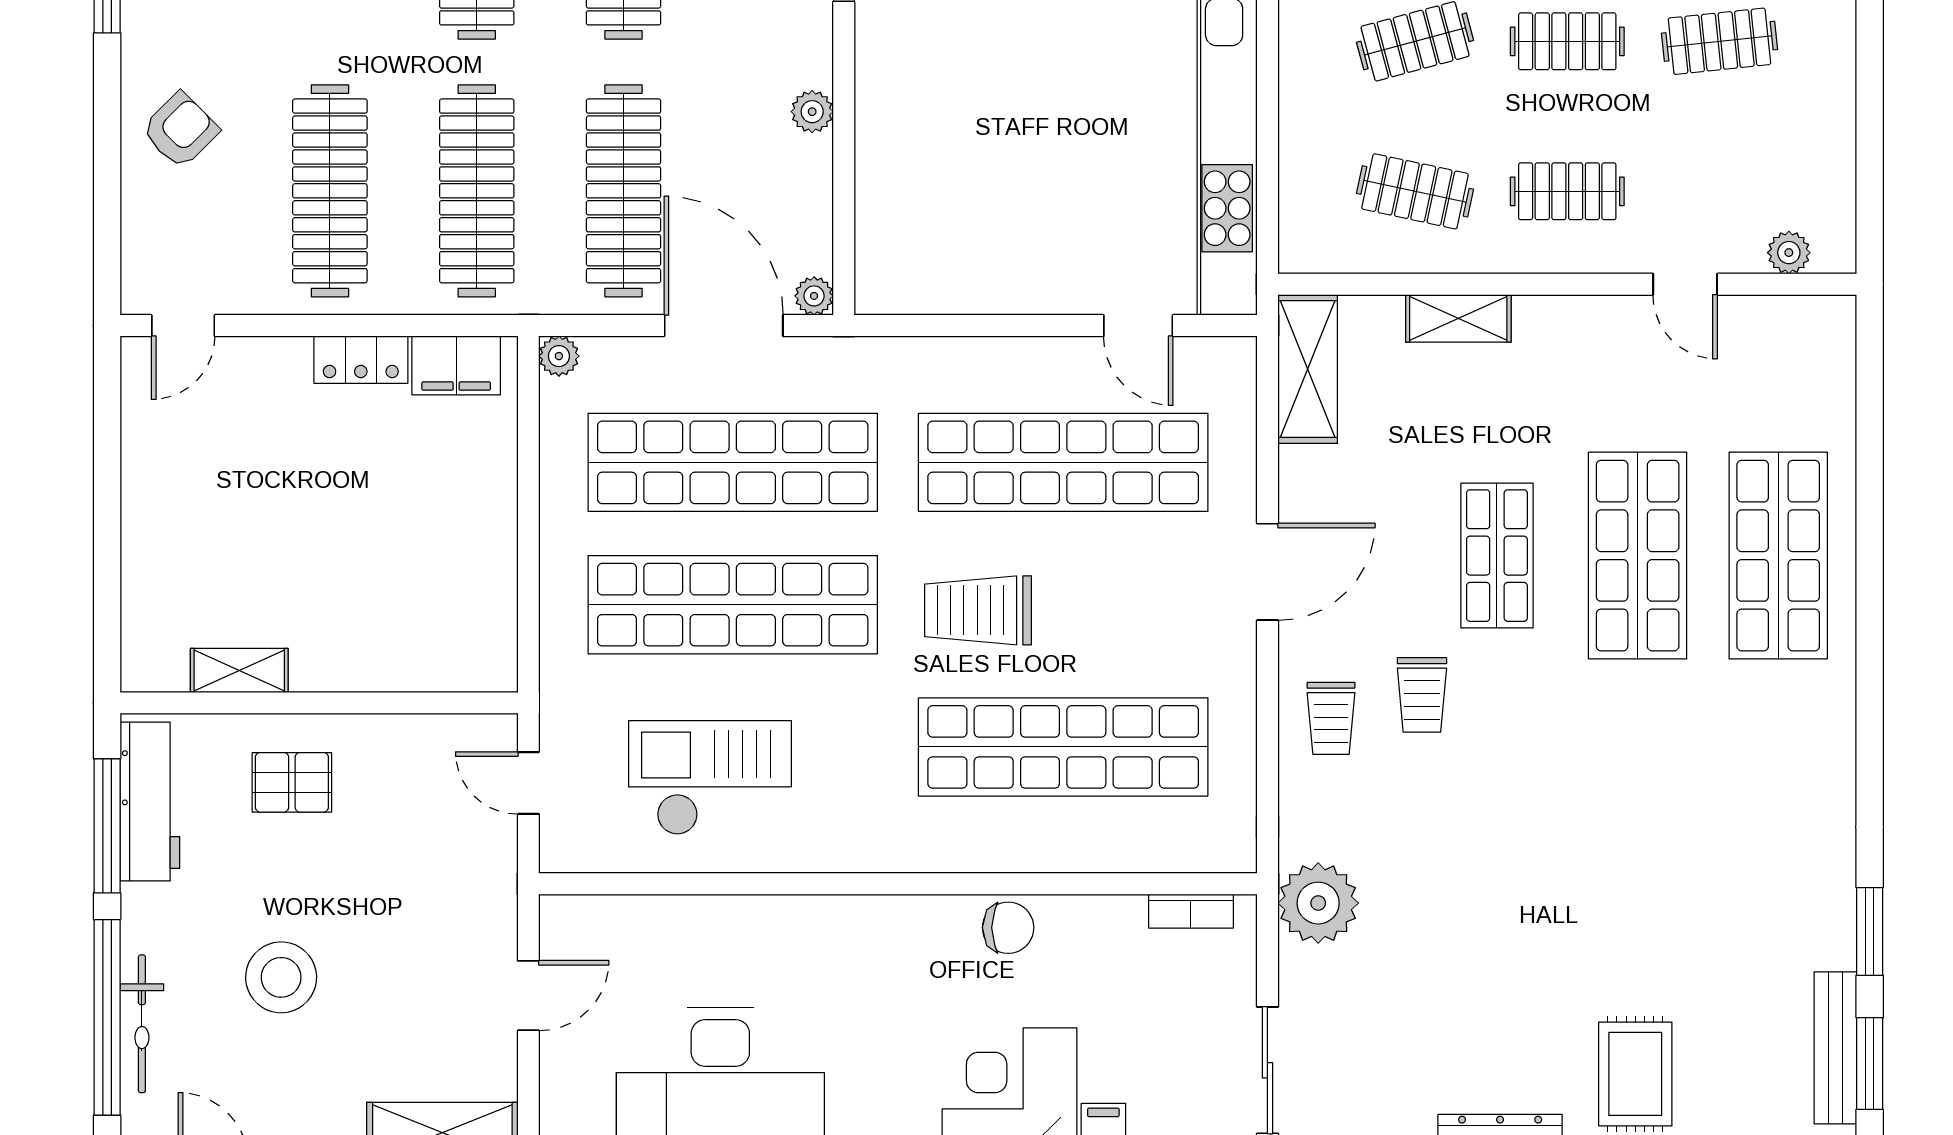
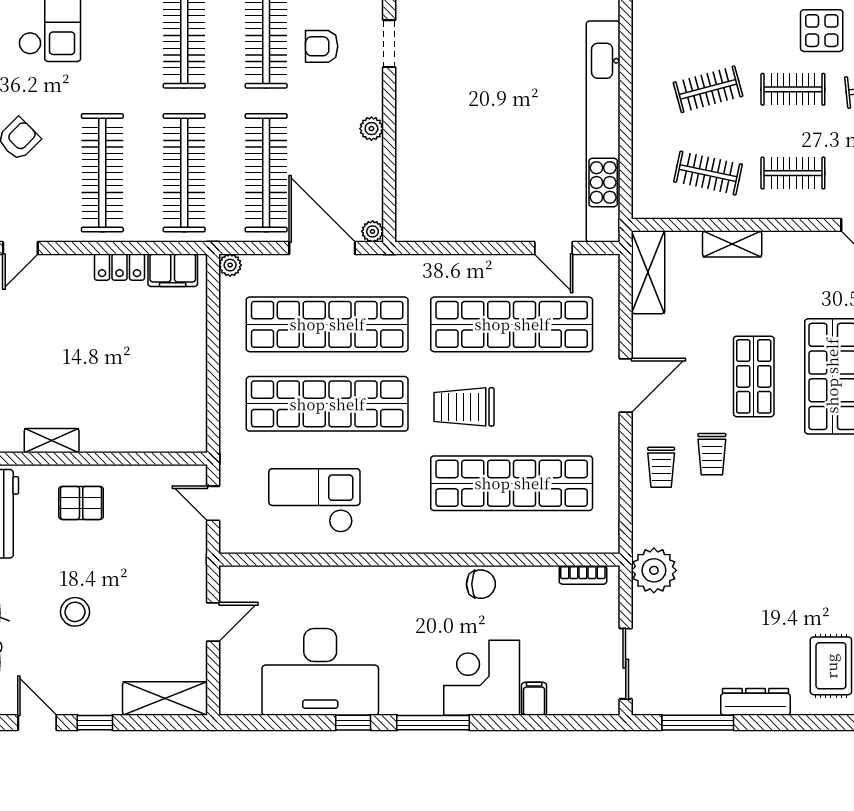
stool: (281, 977) -> (75, 612), width x0.73, depth x0.73

